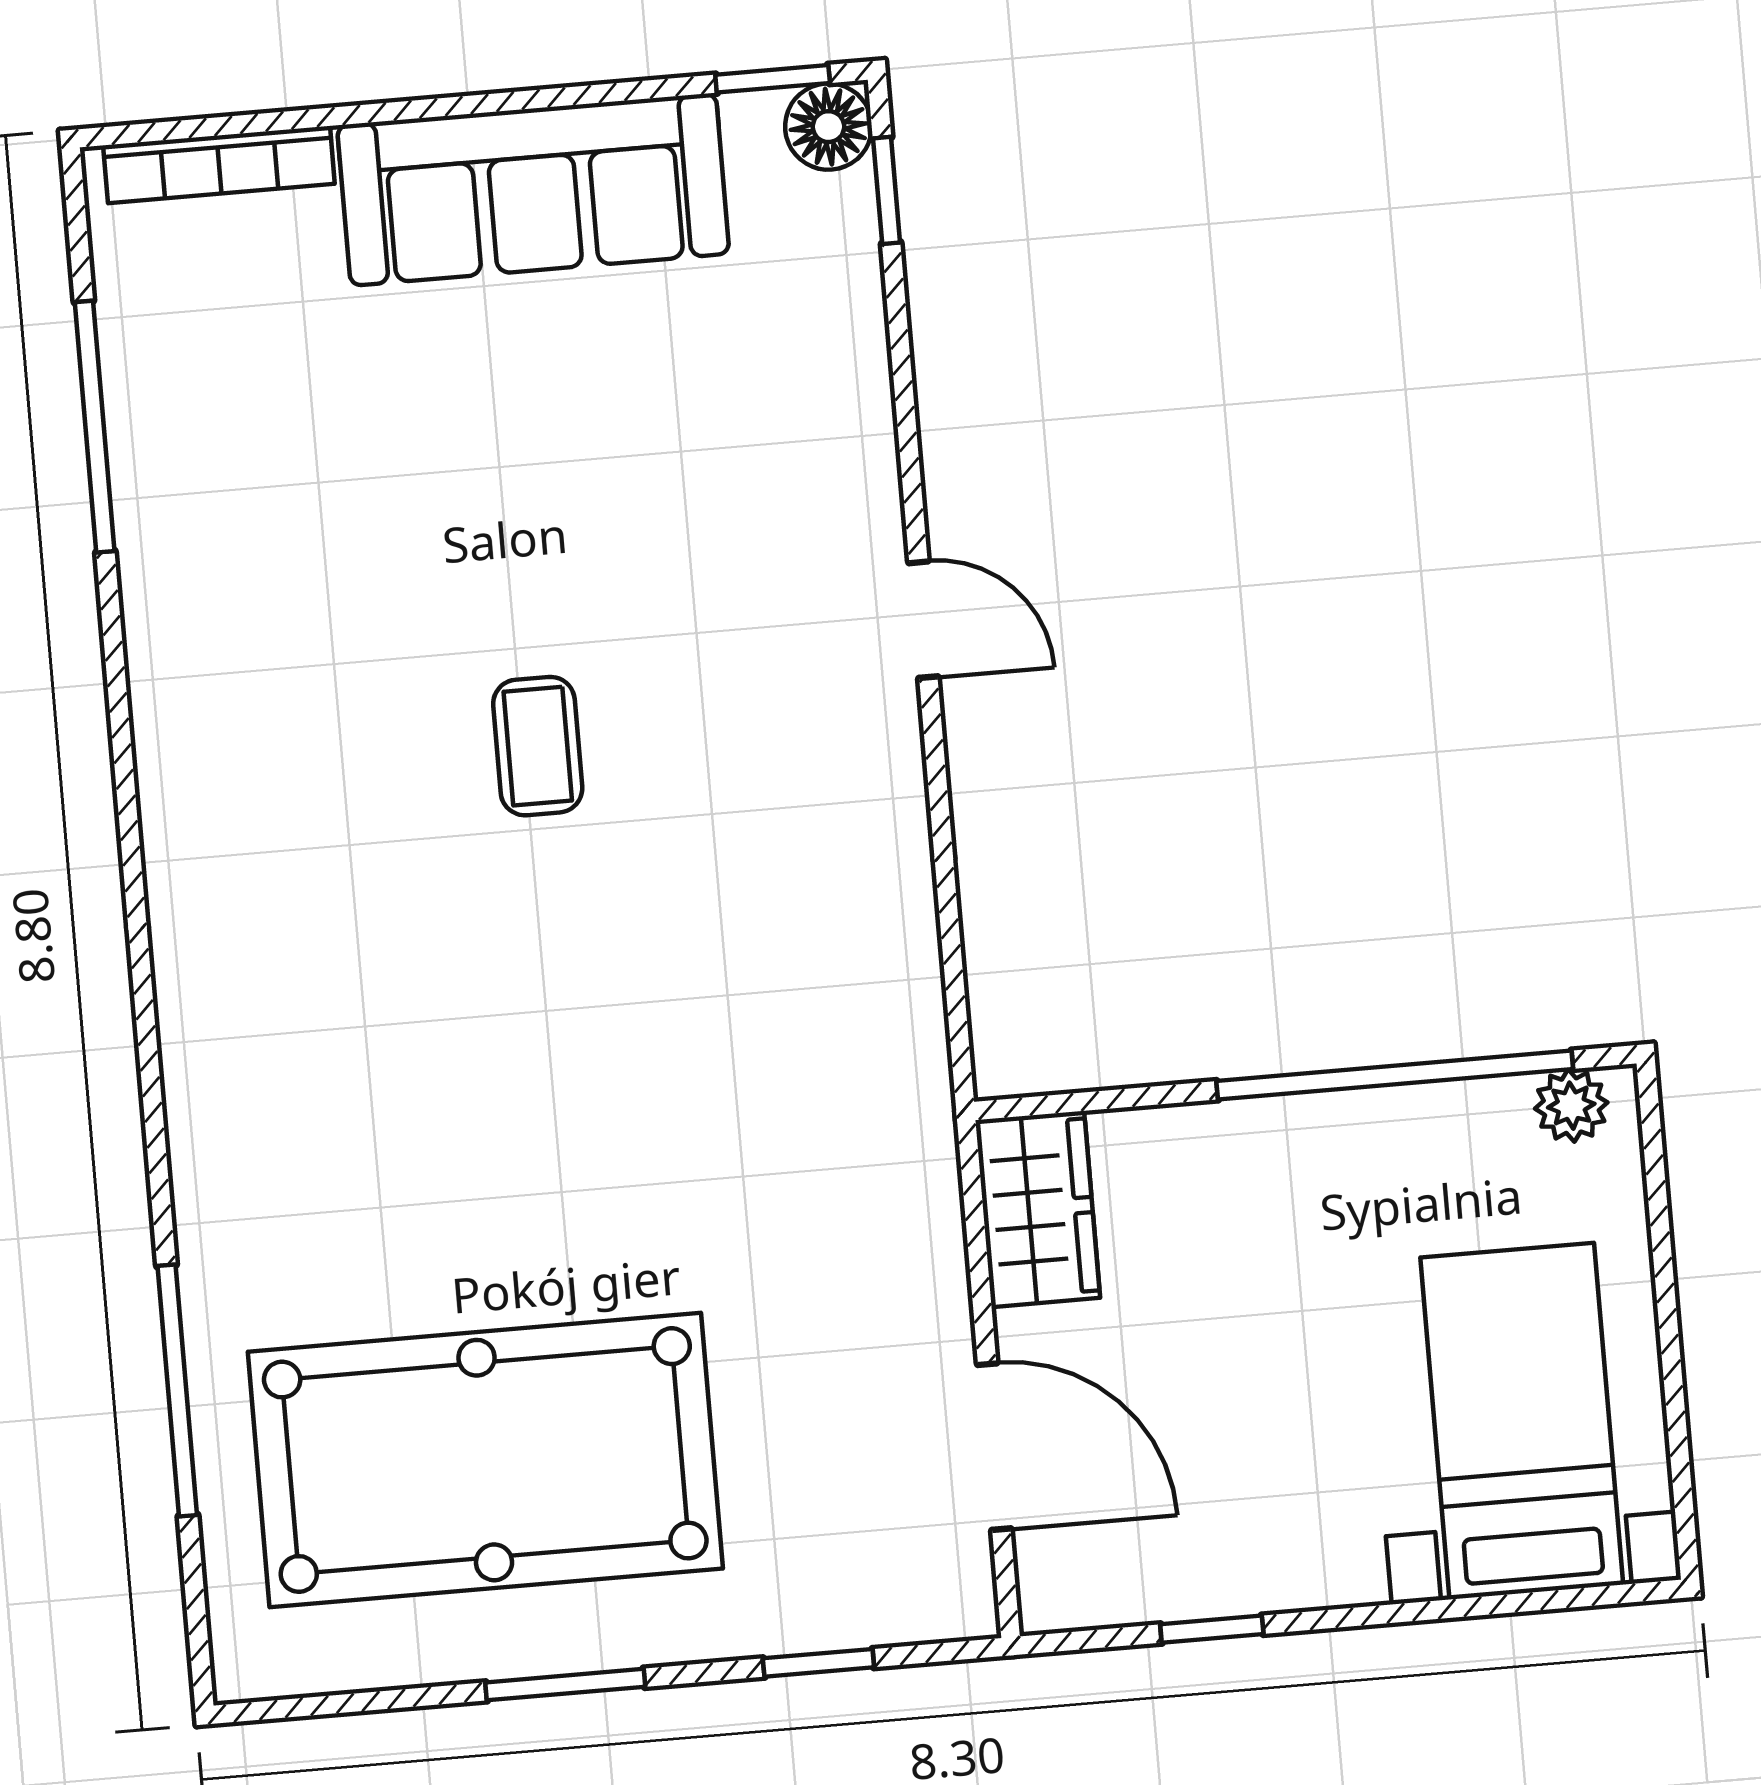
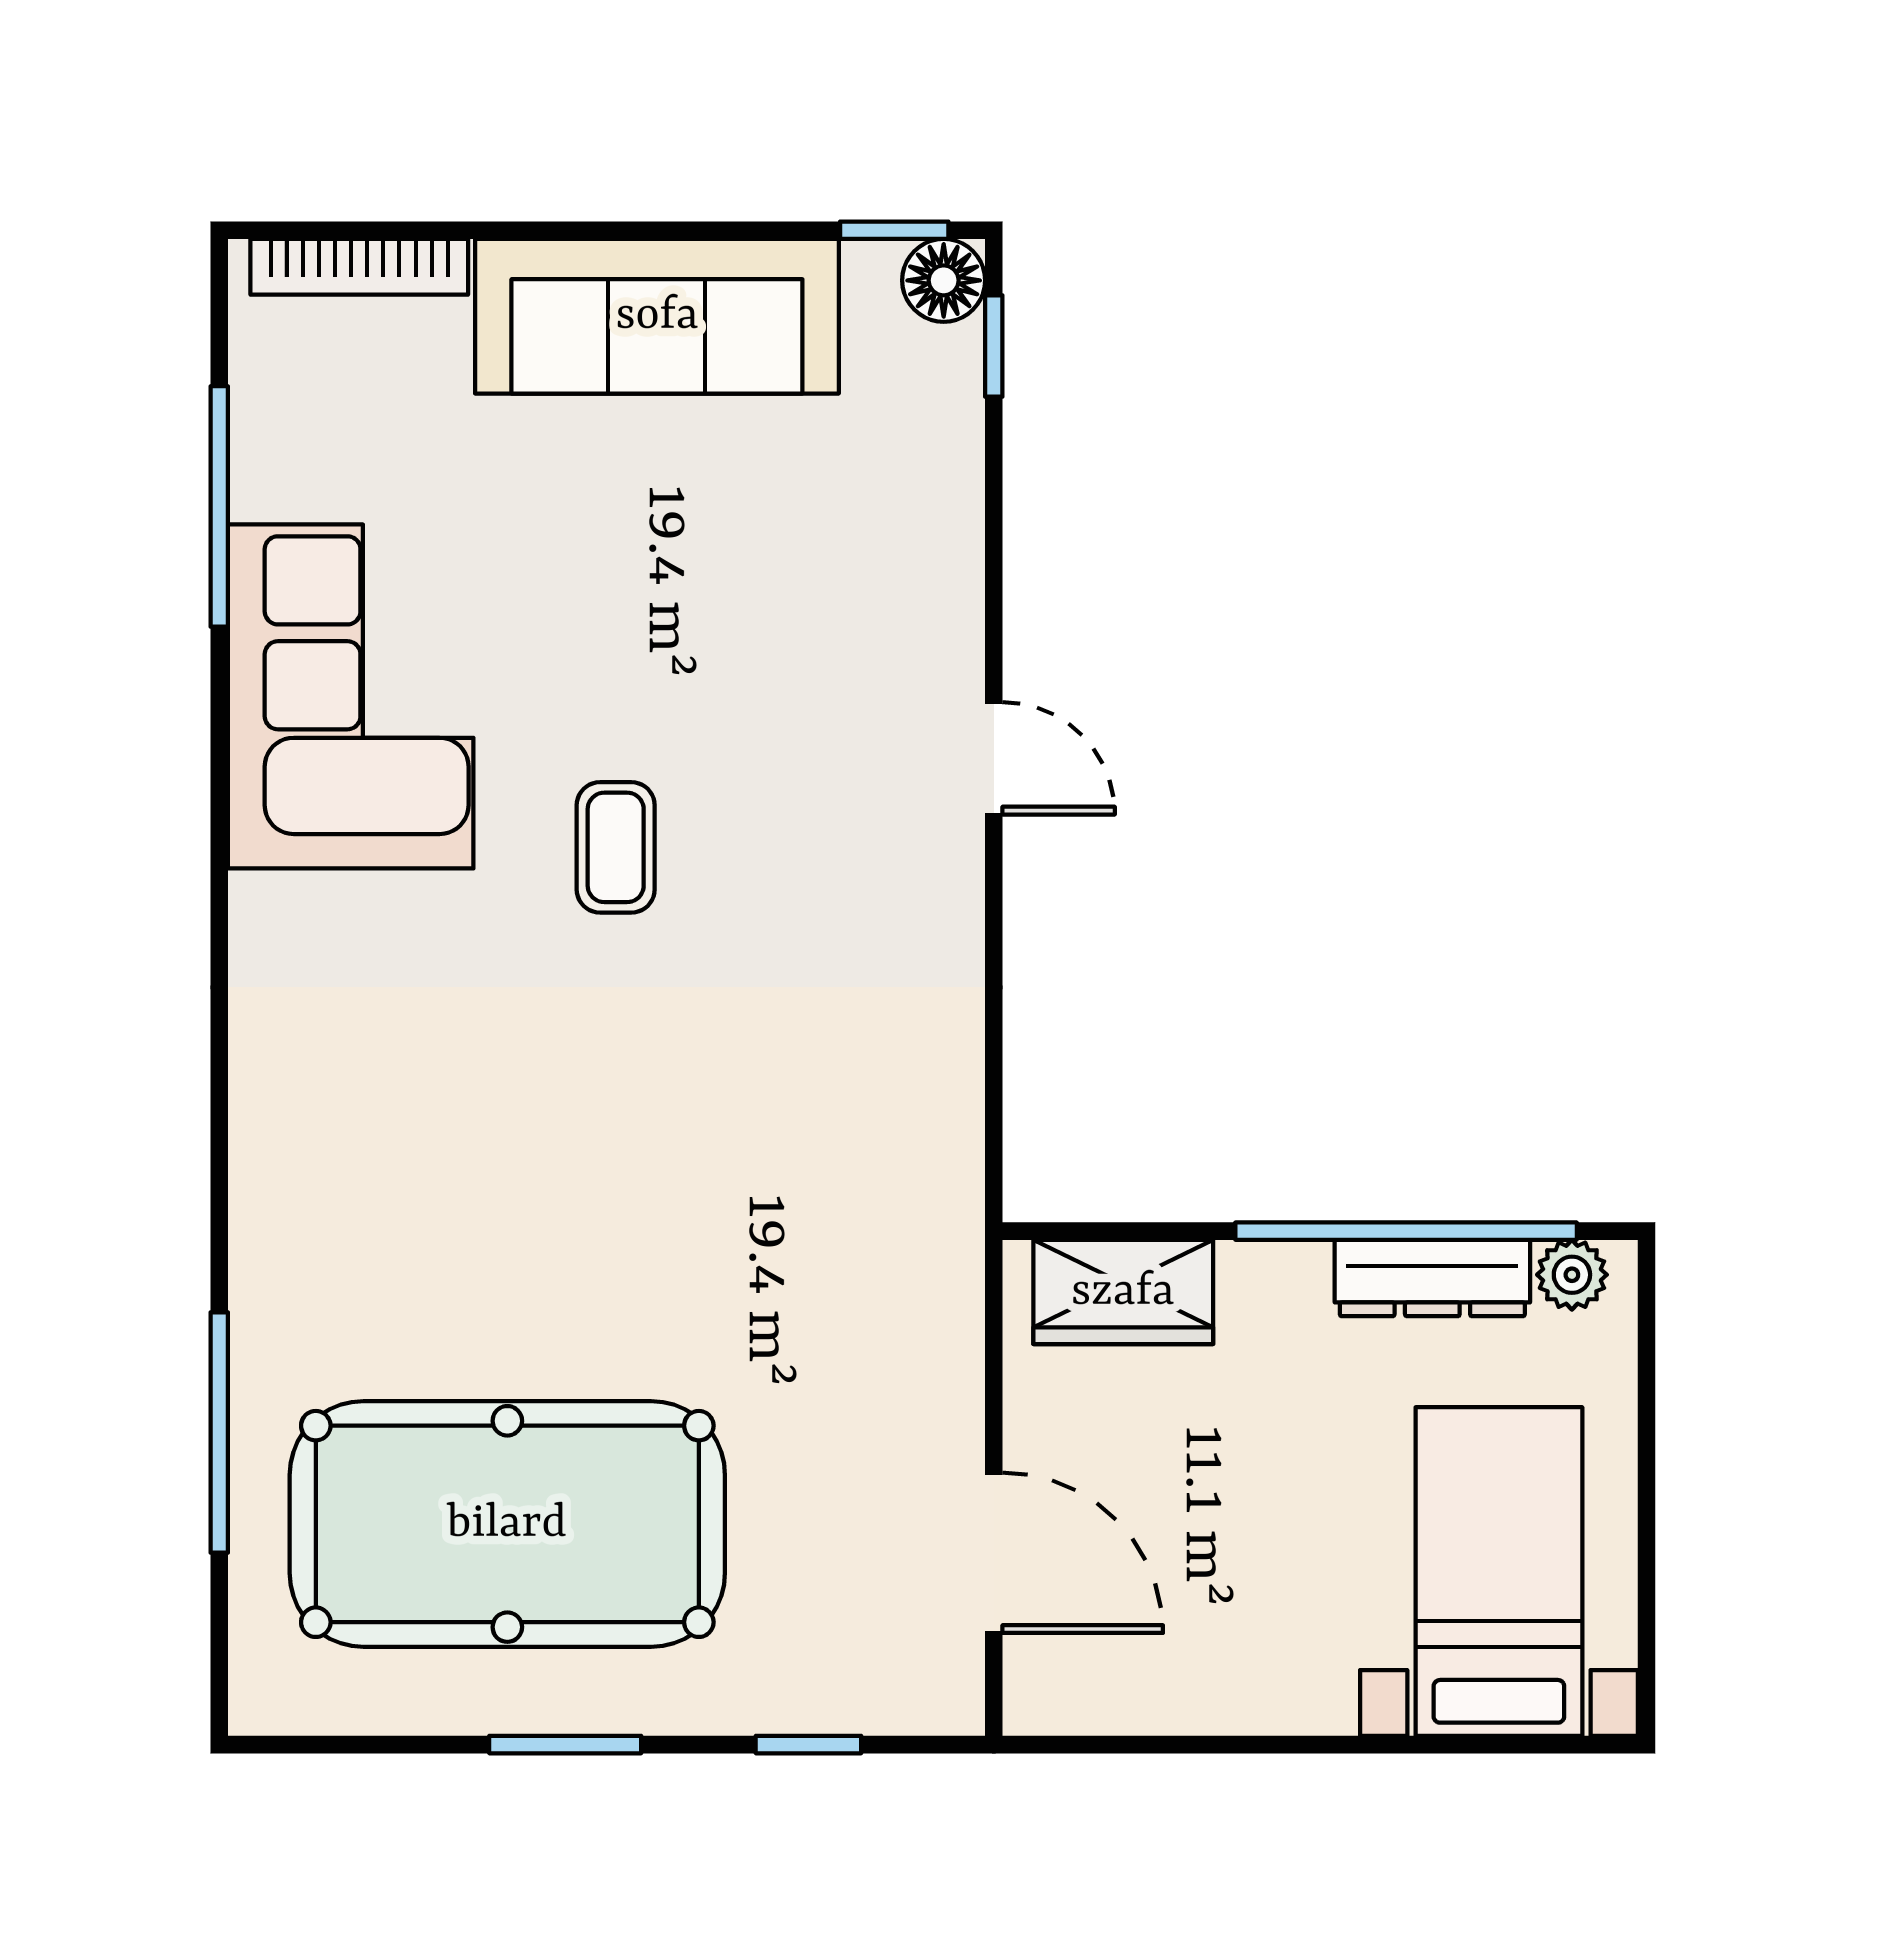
corner sofa: (248, 613) -> (351, 696), added
dresser: (1426, 1121) -> (1432, 1278), added
wardrobe: (1038, 1209) -> (1123, 1292), moved, turned 90
window: (1212, 1629) -> (1186, 1745), removed

